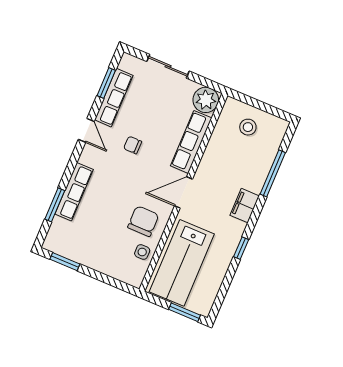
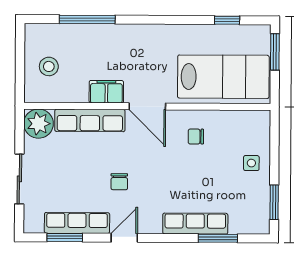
filing cabinet: (245, 206) -> (106, 92), moved, turned 180
chair: (143, 221) -> (196, 137), width x0.54, depth x0.54
window: (241, 248) -> (227, 20), moved
side table: (142, 252) -> (251, 163), moved

